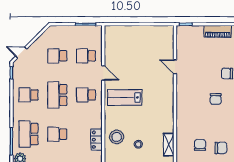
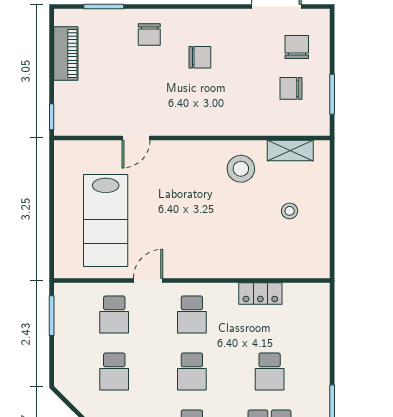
school desk: (57, 95) -> (192, 371), width x0.54
lab bench: (125, 98) -> (106, 220), moved, width x1.36, depth x1.39
stool: (117, 137) -> (241, 169), moved
locker: (97, 140) -> (260, 294), moved

